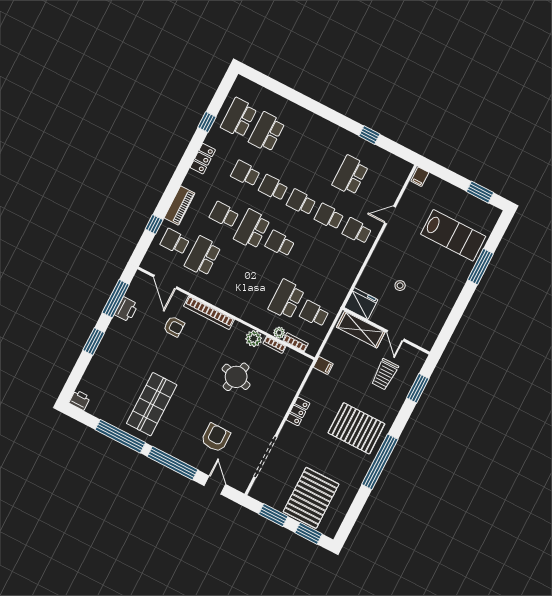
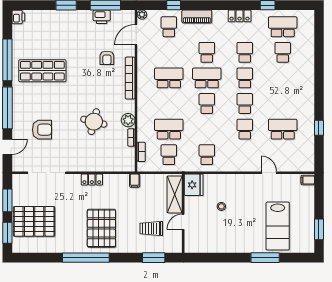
school desk: (267, 132) -> (283, 52), width x0.54
school desk: (357, 231) -> (207, 155), moved
school desk: (203, 256) -> (169, 78), moved
plant: (279, 333) -> (142, 15), moved

